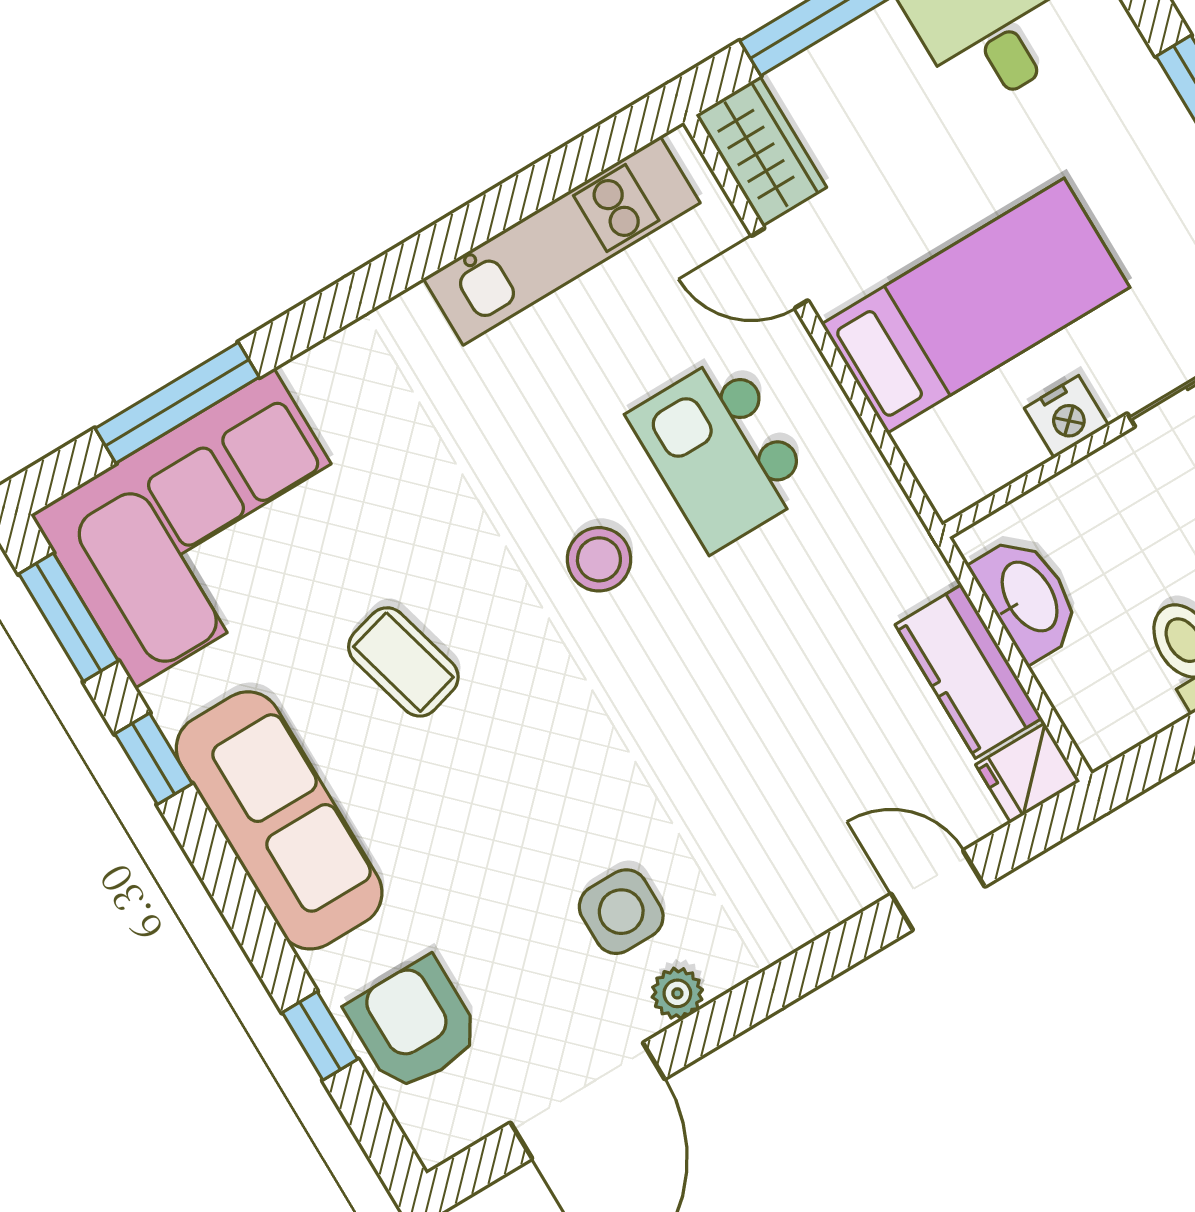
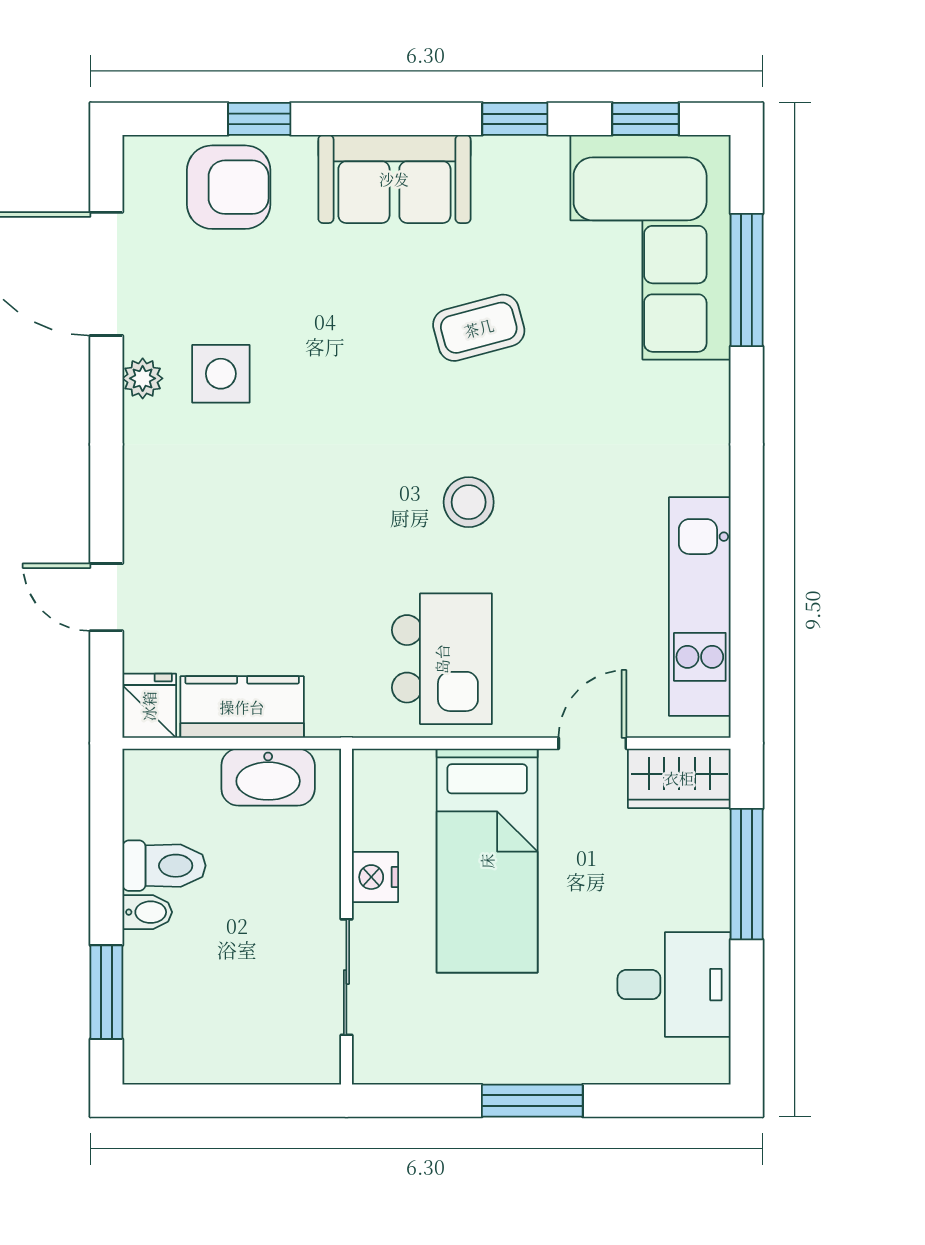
kitchen island: (721, 453) -> (442, 659), moved, turned 90
window: (68, 617) -> (645, 119), width x0.67
sofa: (279, 820) -> (394, 179), width x0.73
door: (938, 890) -> (106, 597), swing flipped

